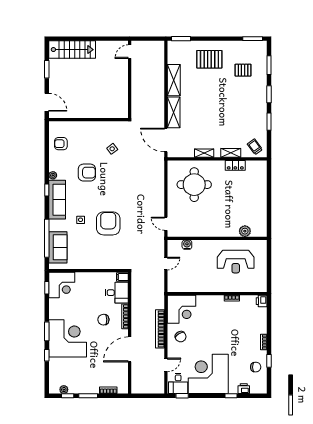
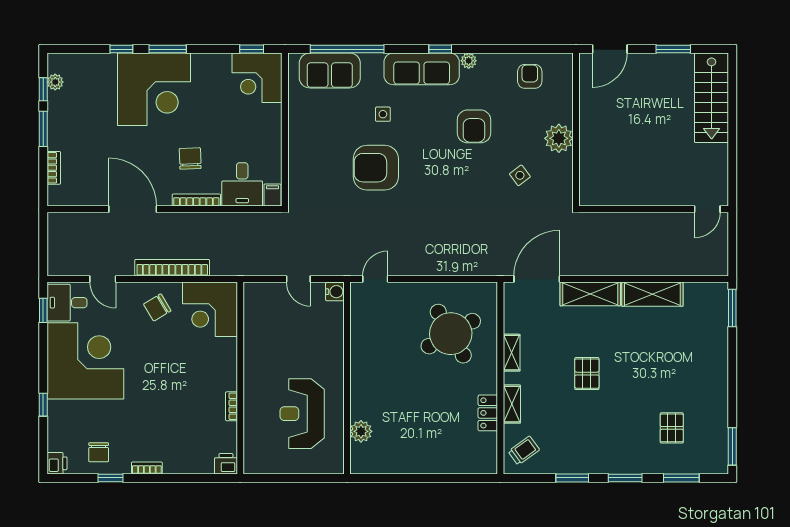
door: (130, 52) -> (707, 209), swing flipped
pallet: (209, 59) -> (587, 374), moved, width x0.67, depth x0.71
plant: (93, 129) -> (559, 138), added
round table: (194, 185) -> (451, 334), turned -30
armchair: (108, 223) -> (376, 168), turned 180
water cooler: (187, 245) -> (335, 292), moved
printer: (244, 389) -> (57, 463), moved

